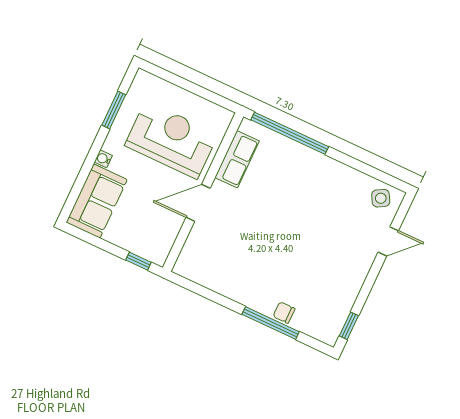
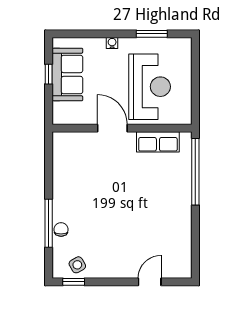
side table: (381, 198) -> (77, 265), moved
sofa: (97, 201) -> (67, 74), moved, turned -90
door: (388, 241) -> (150, 282), swing flipped
window: (138, 261) -> (49, 74), moved

